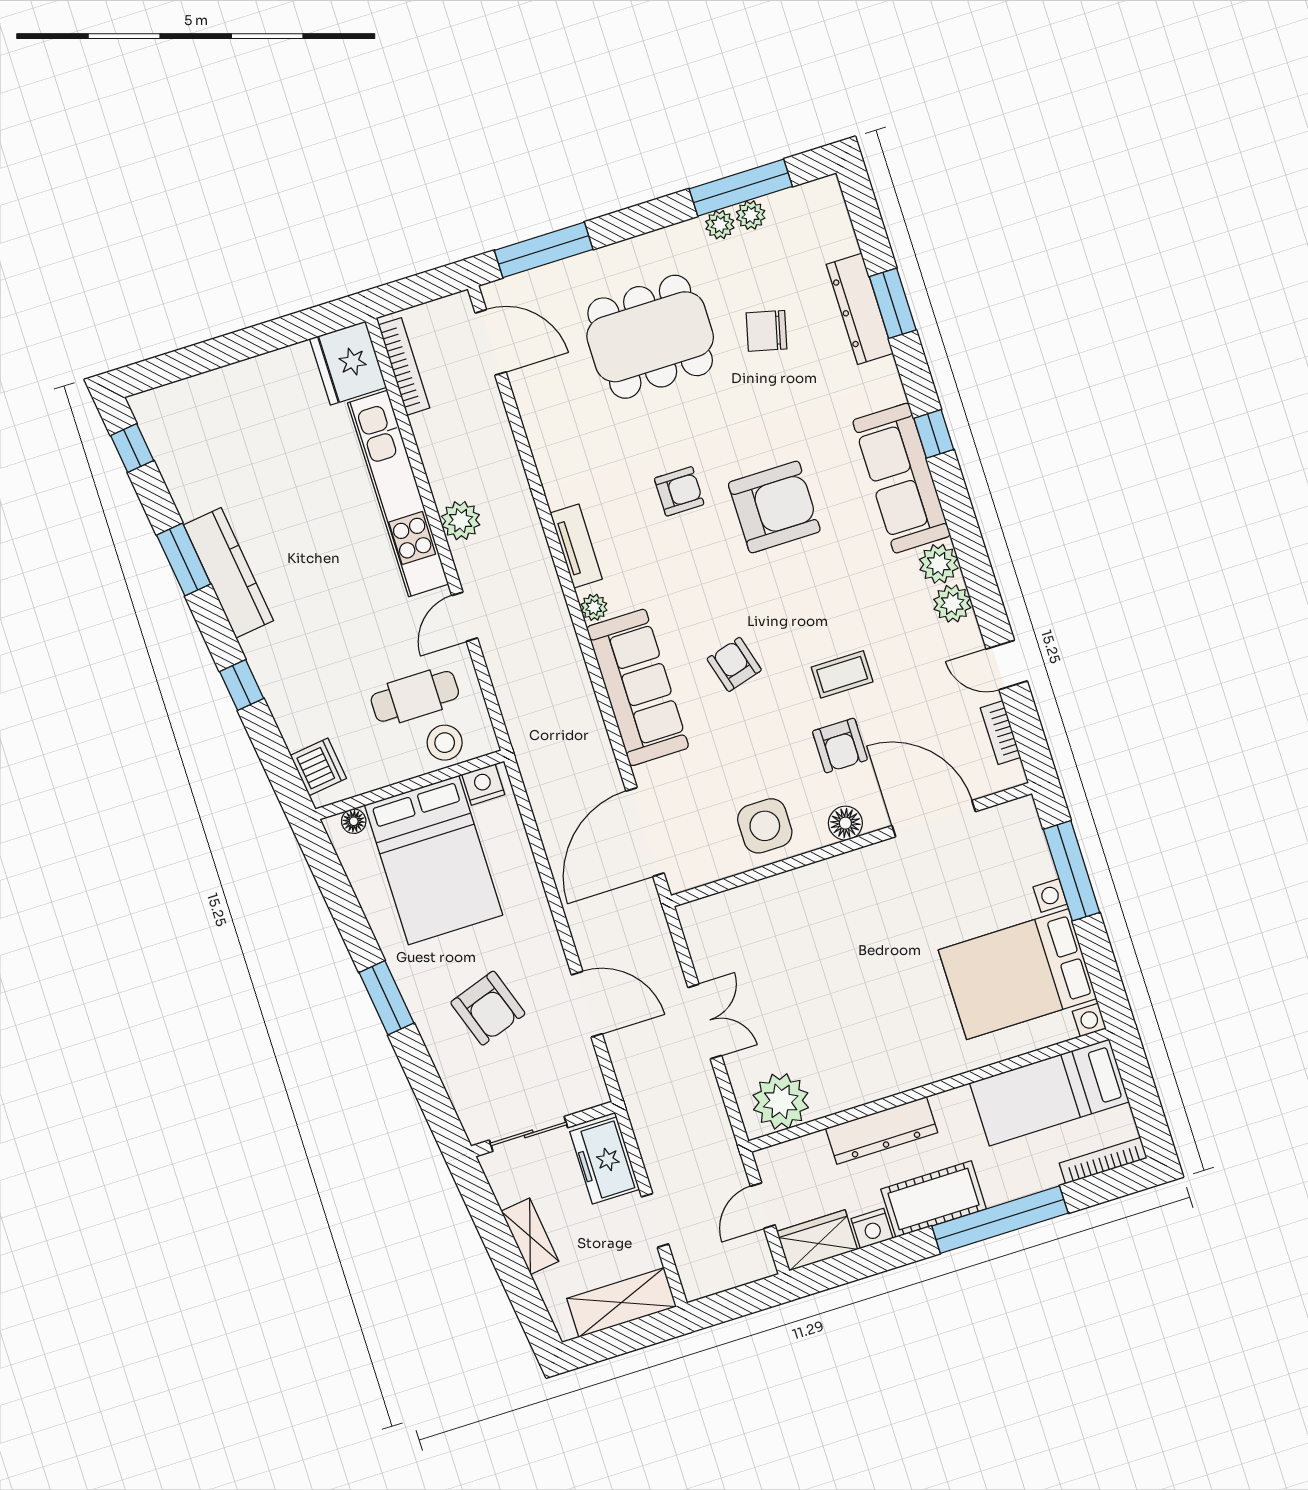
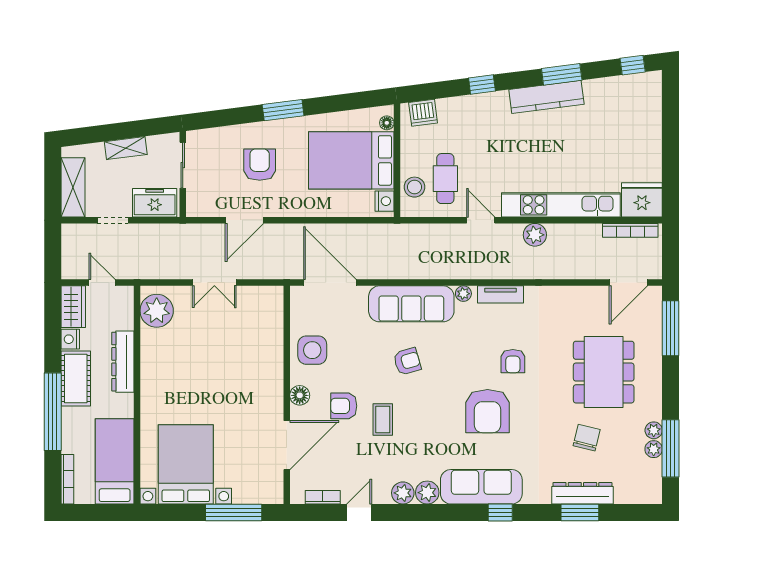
armchair: (488, 1008) -> (260, 165), turned 109

